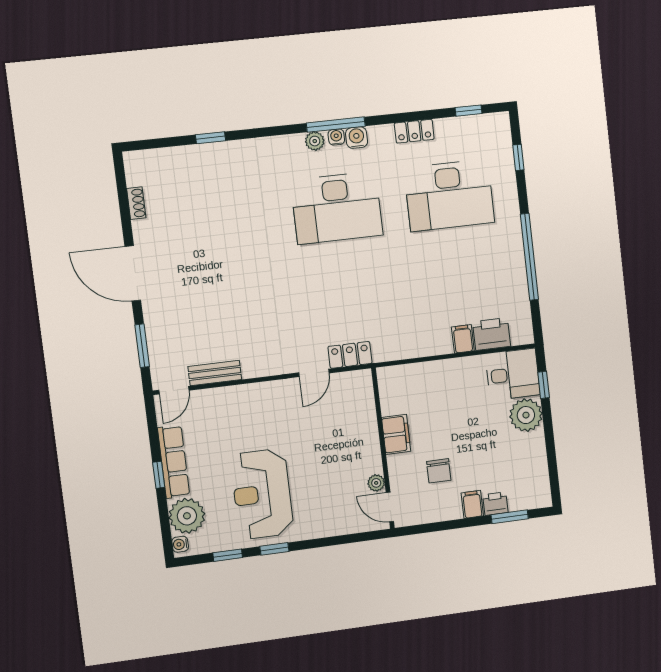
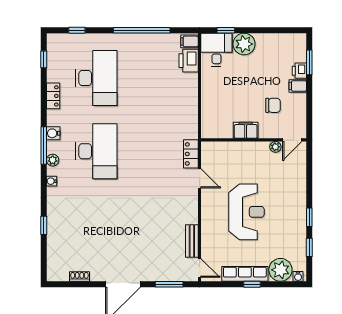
water cooler: (336, 137) -> (52, 181), moved
filing cabinet: (463, 339) -> (189, 41), moved
reception desk: (262, 494) -> (247, 212), moved, turned -90

